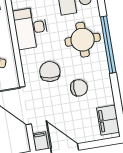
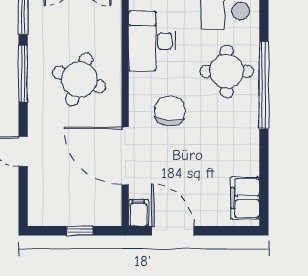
chair: (79, 88) -> (209, 143), removed

